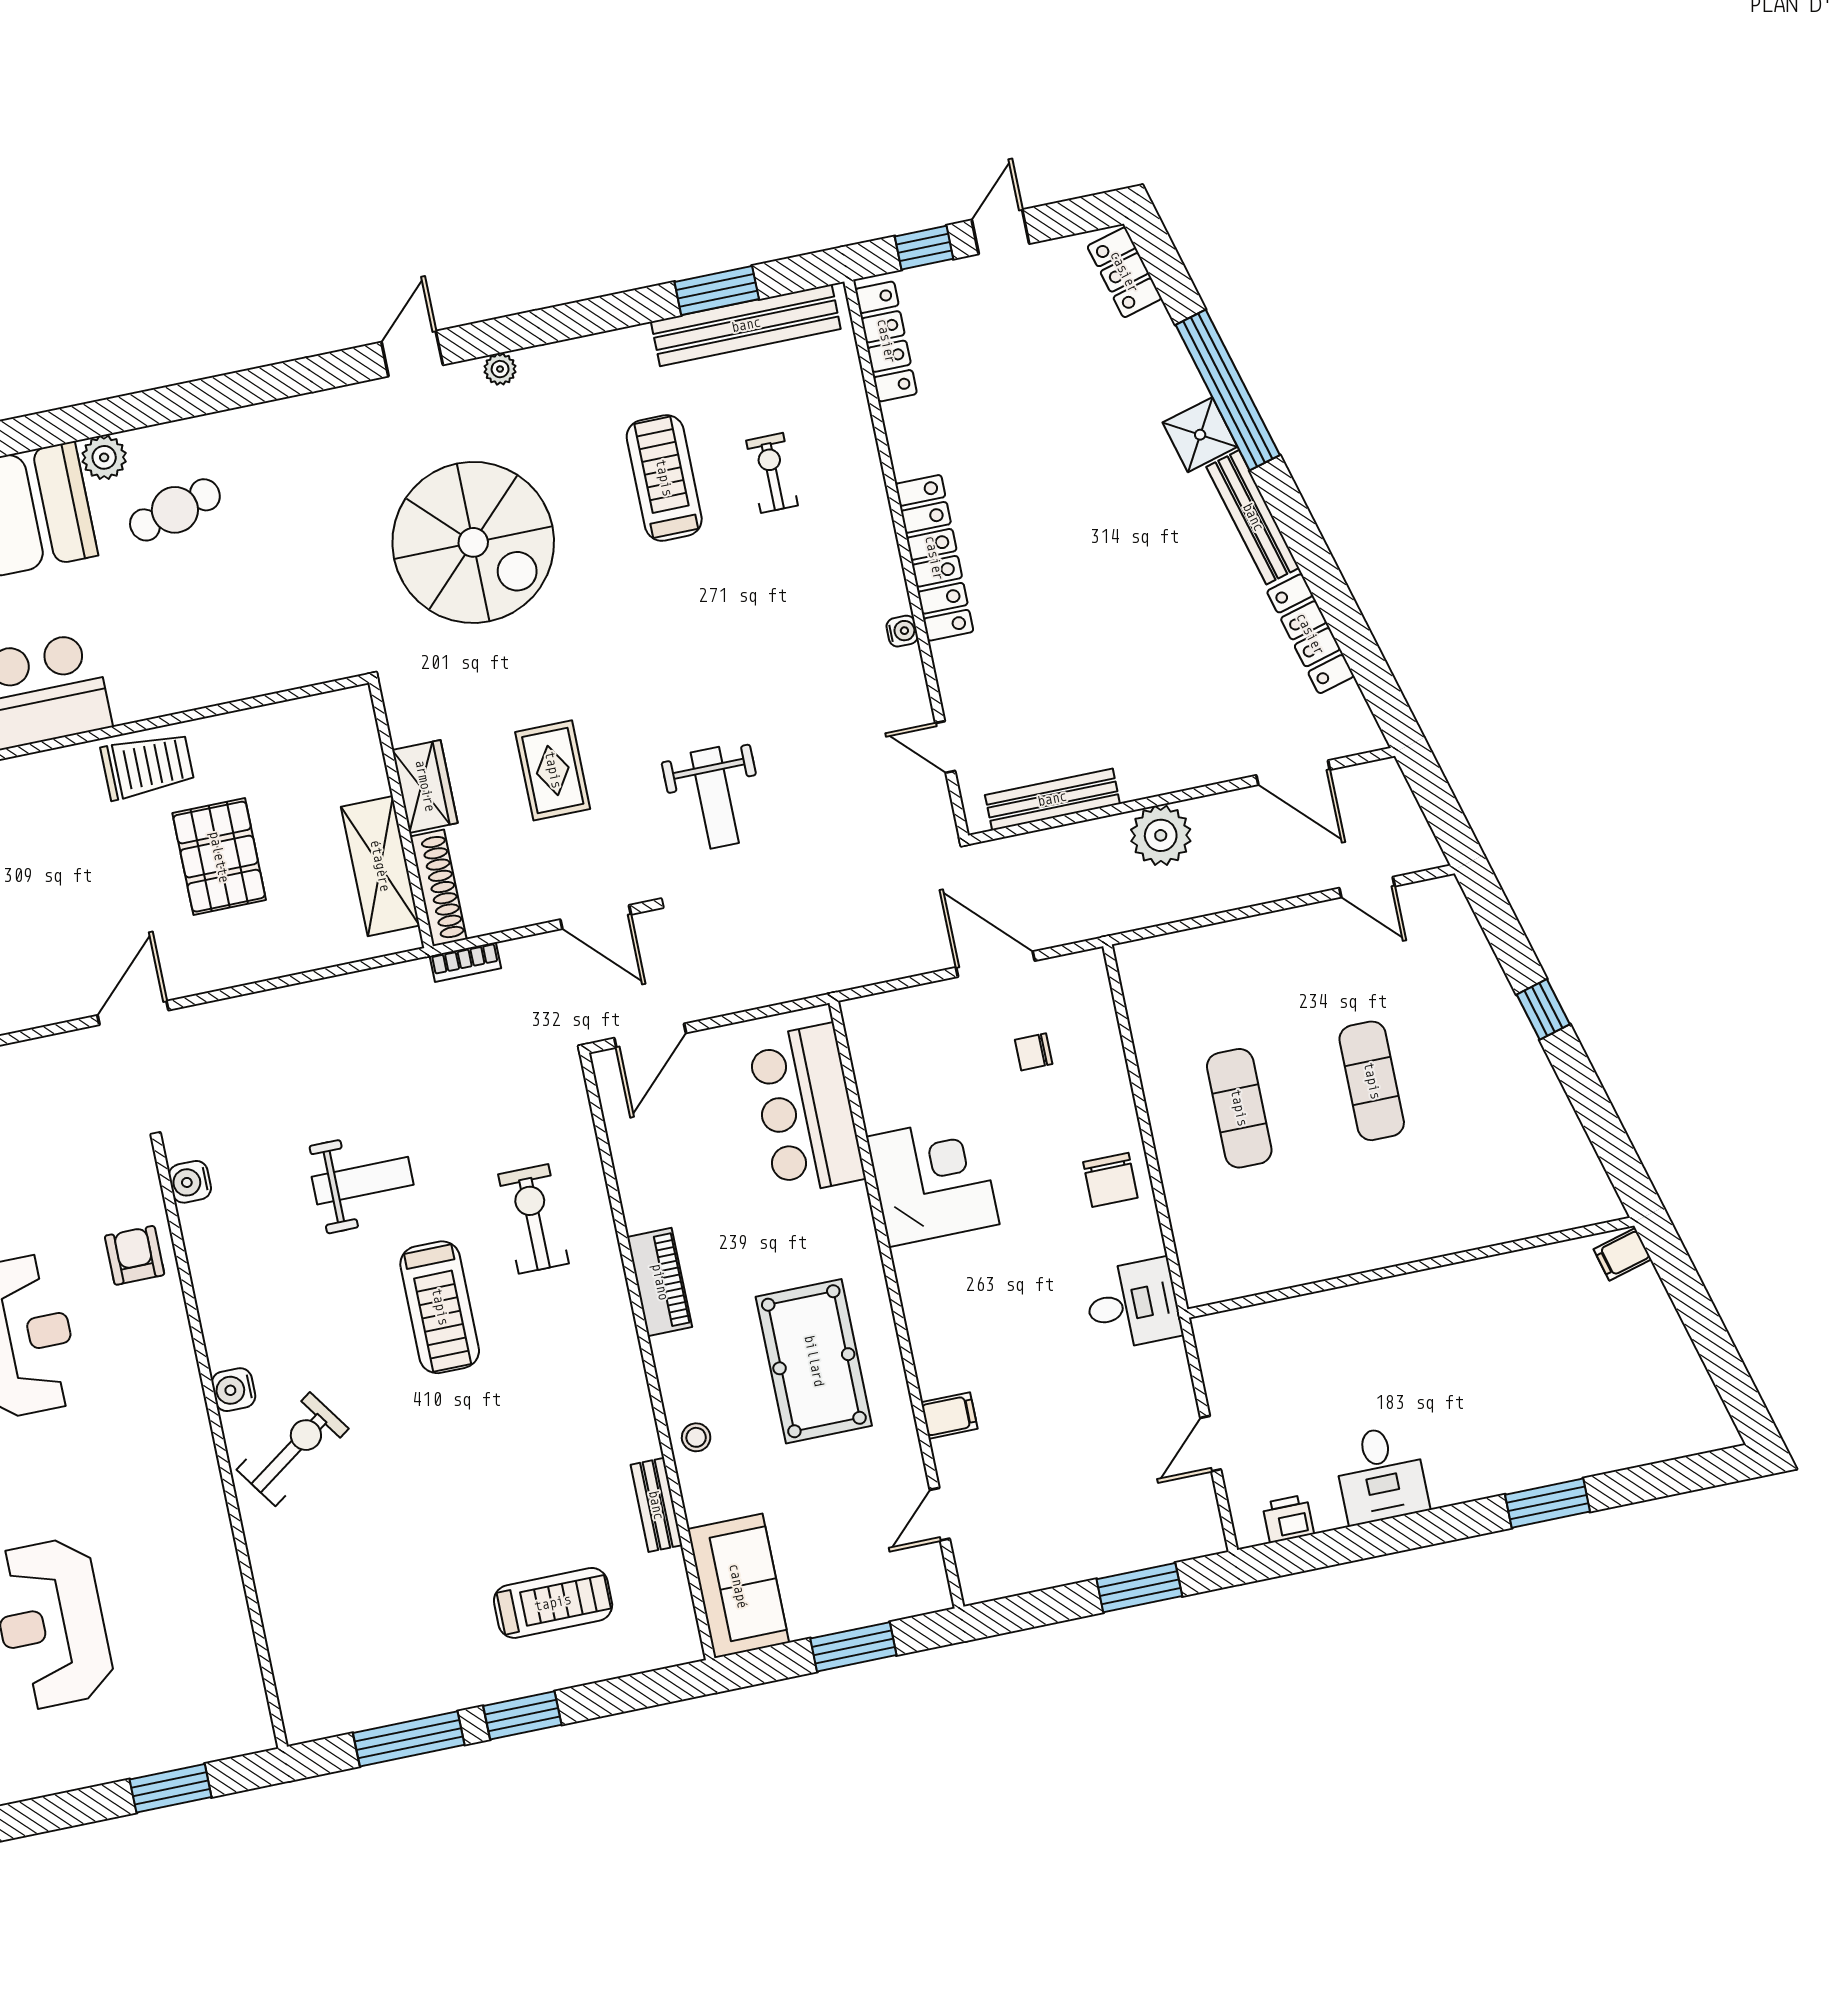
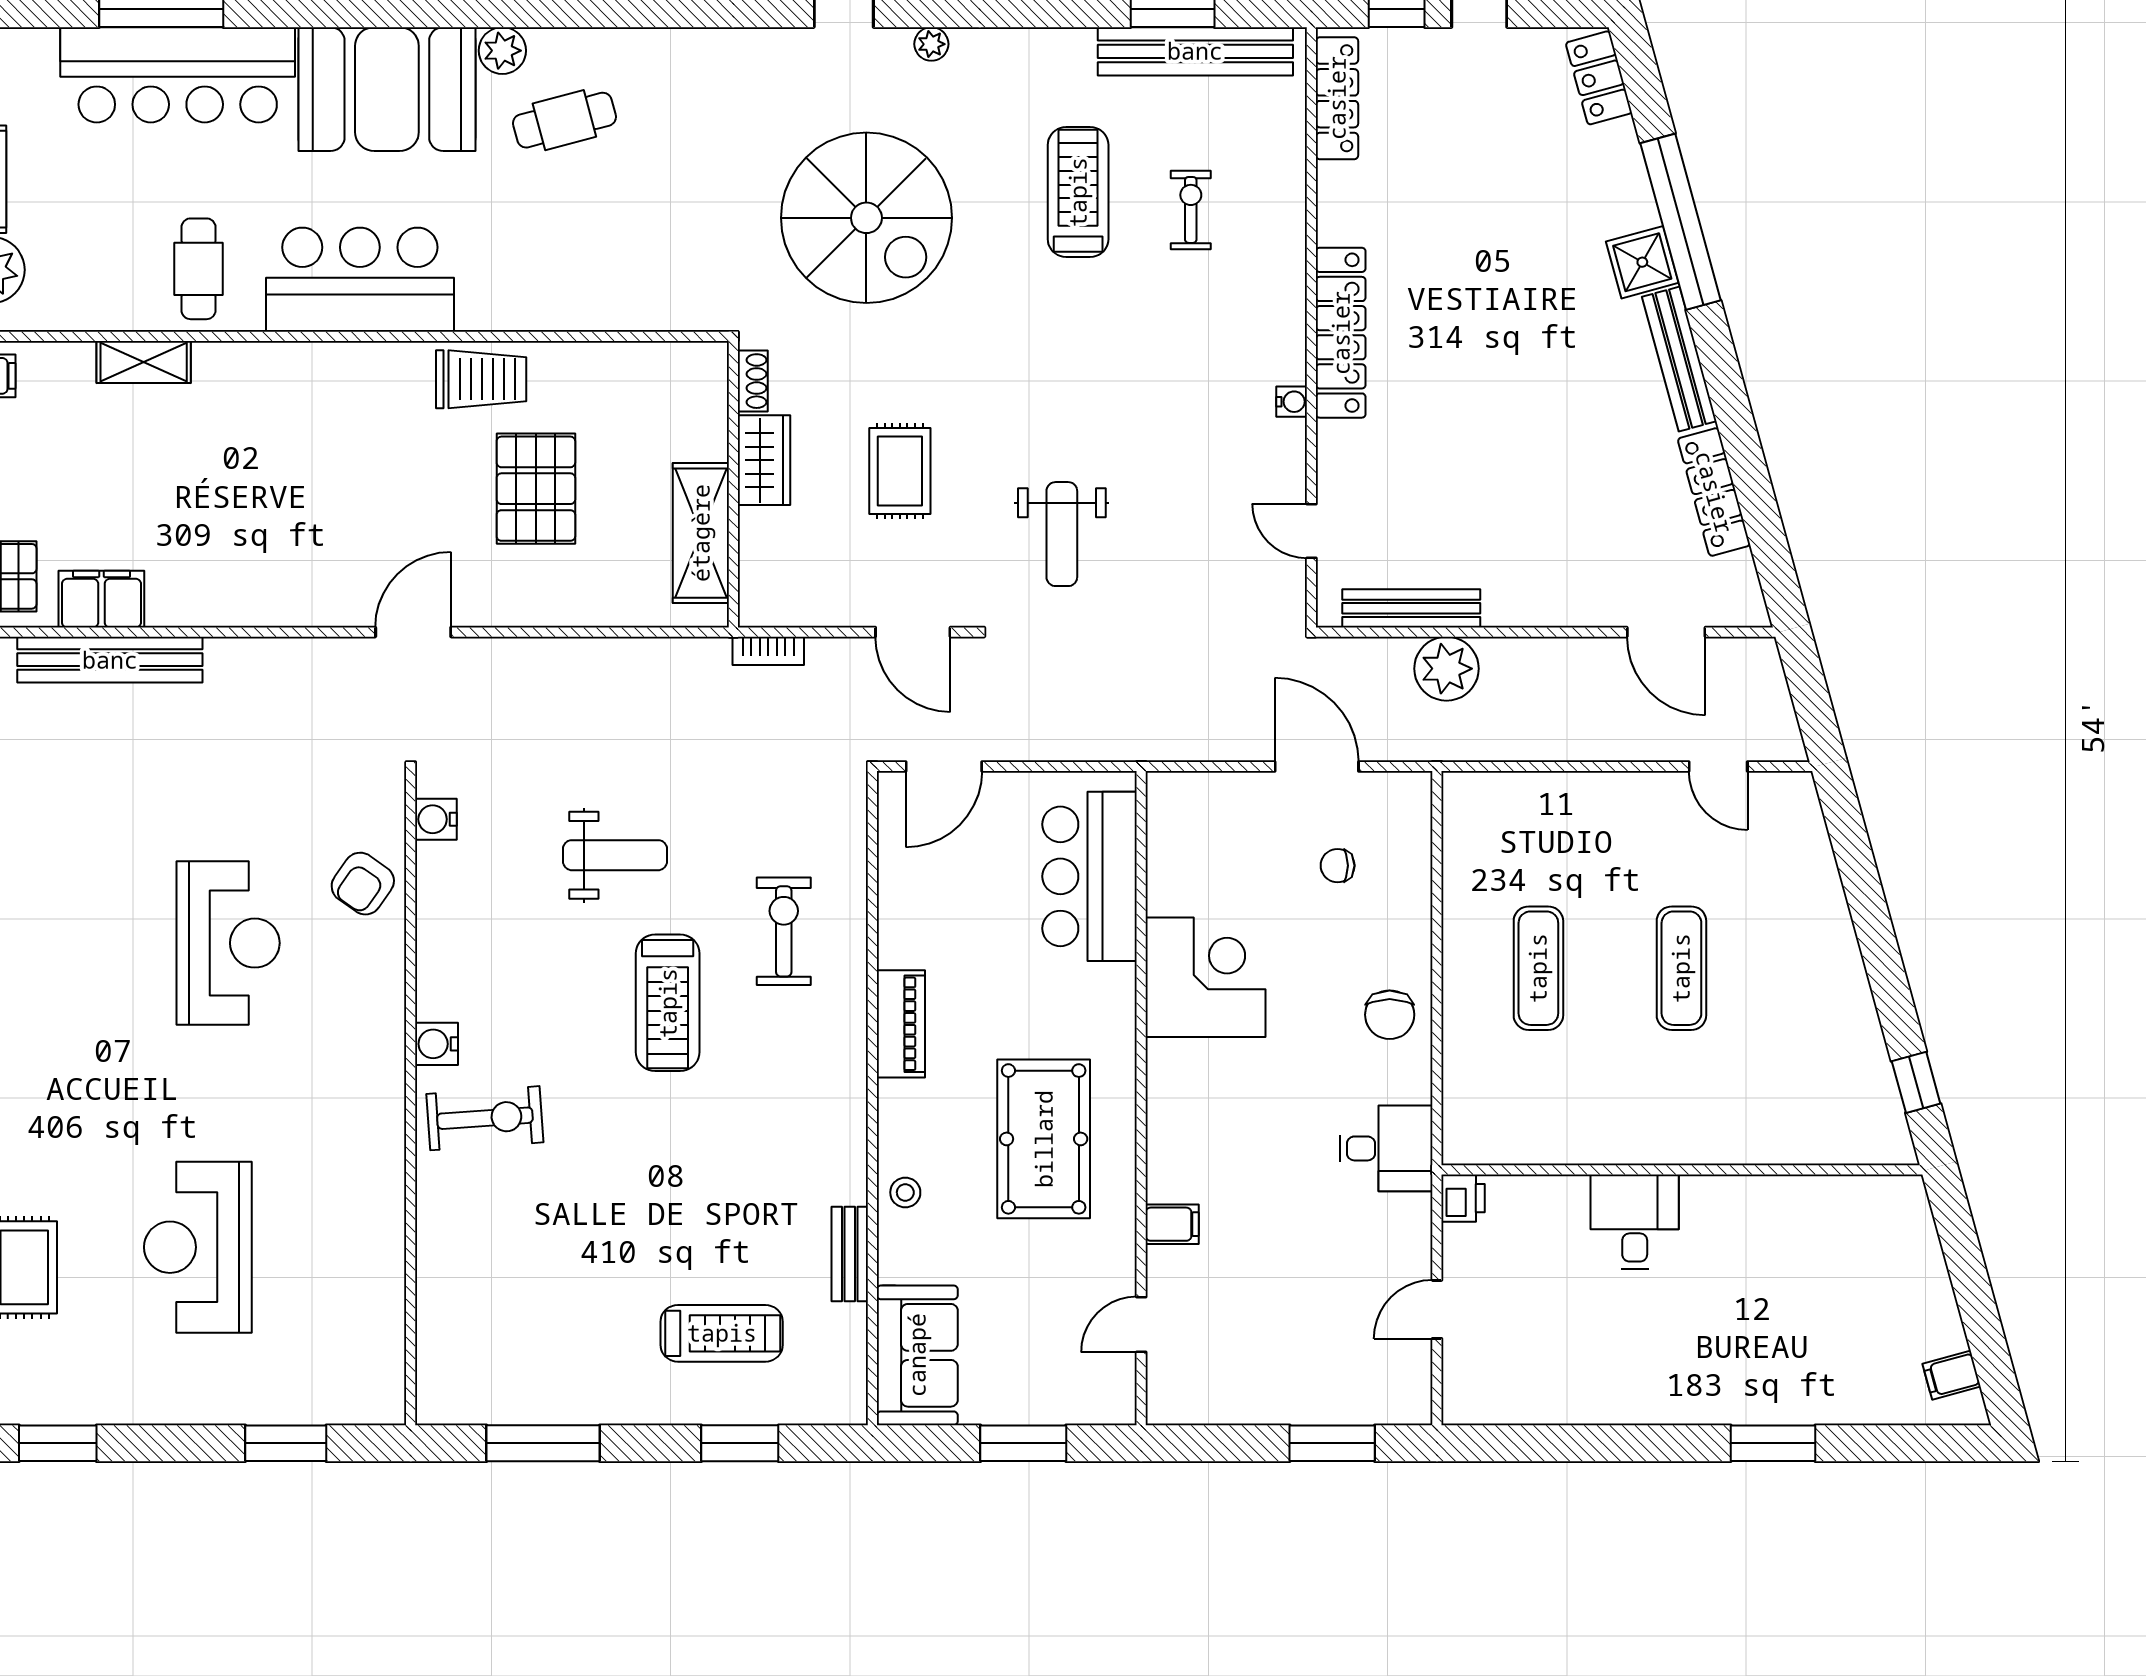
plant: (1161, 835) -> (1446, 669), moved
shoe rack: (438, 888) -> (753, 381), moved, width x0.51, depth x0.81
window: (1543, 1009) -> (1916, 1082), moved
filing cabinet: (1622, 1254) -> (1952, 1375), moved
armchair: (135, 1255) -> (363, 884), turned -145
exercise bike: (293, 1449) -> (485, 1118), turned 31
desk: (1381, 1474) -> (1635, 1222), moved, turned 180
printer: (1288, 1519) -> (1463, 1198), moved, turned 90
window: (522, 1715) -> (740, 1443), moved

